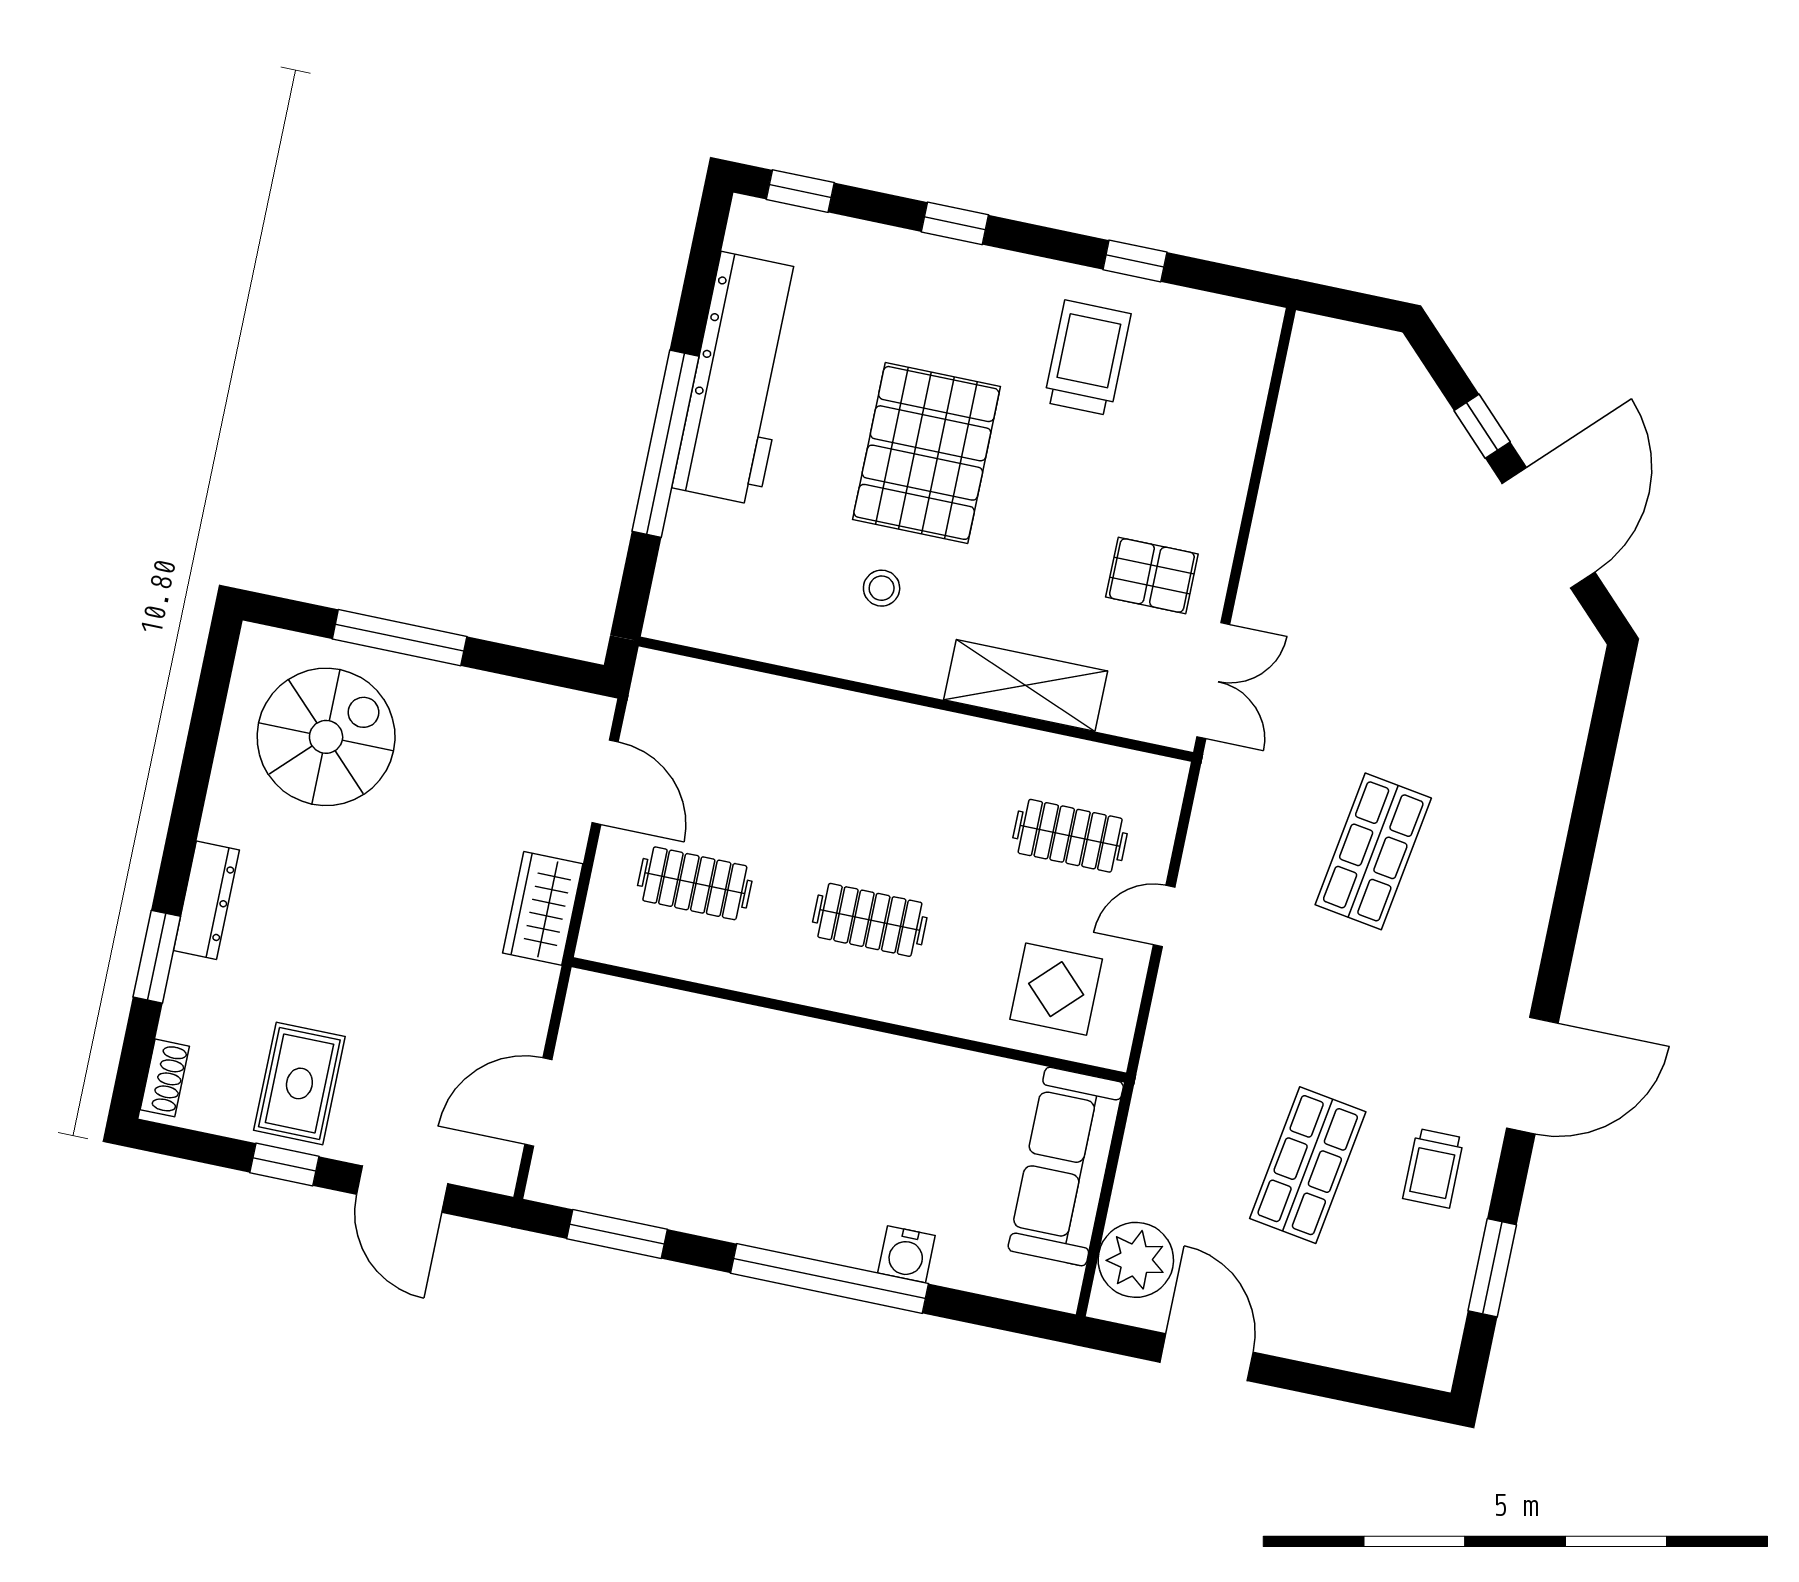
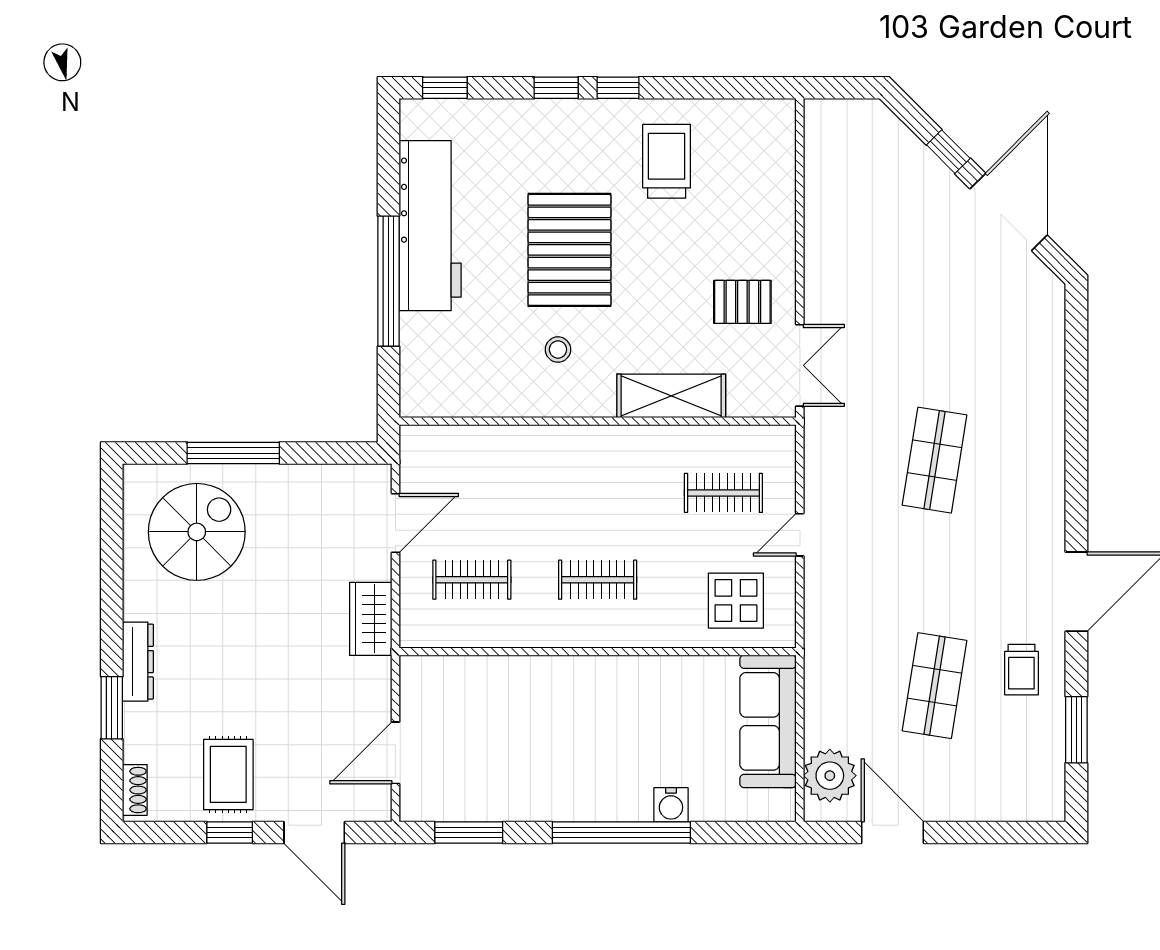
window: (1135, 261) -> (618, 88), moved
door: (605, 782) -> (395, 523), hinge flipped

